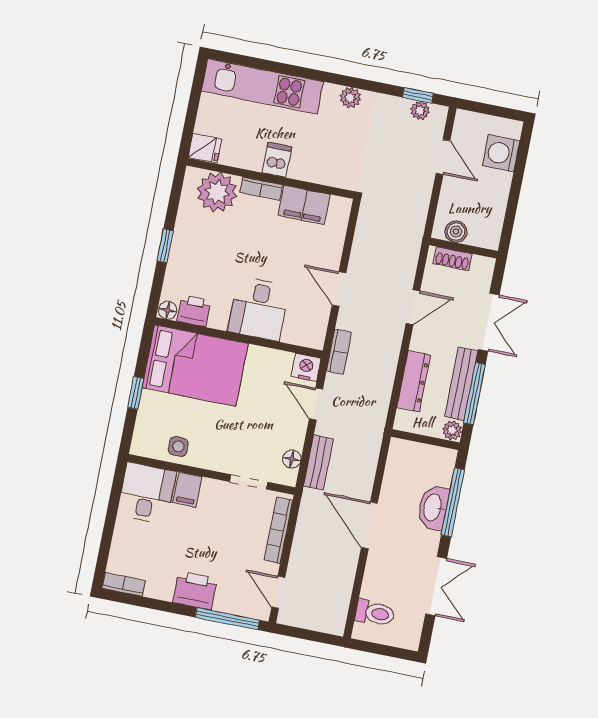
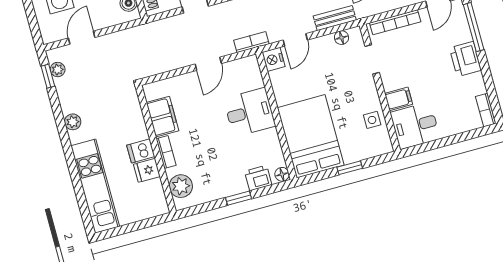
fridge: (205, 148) -> (147, 170), moved, turned -90
plant: (217, 192) -> (181, 186), width x0.73, depth x0.73
printer: (194, 311) -> (258, 178), moved, turned 90

